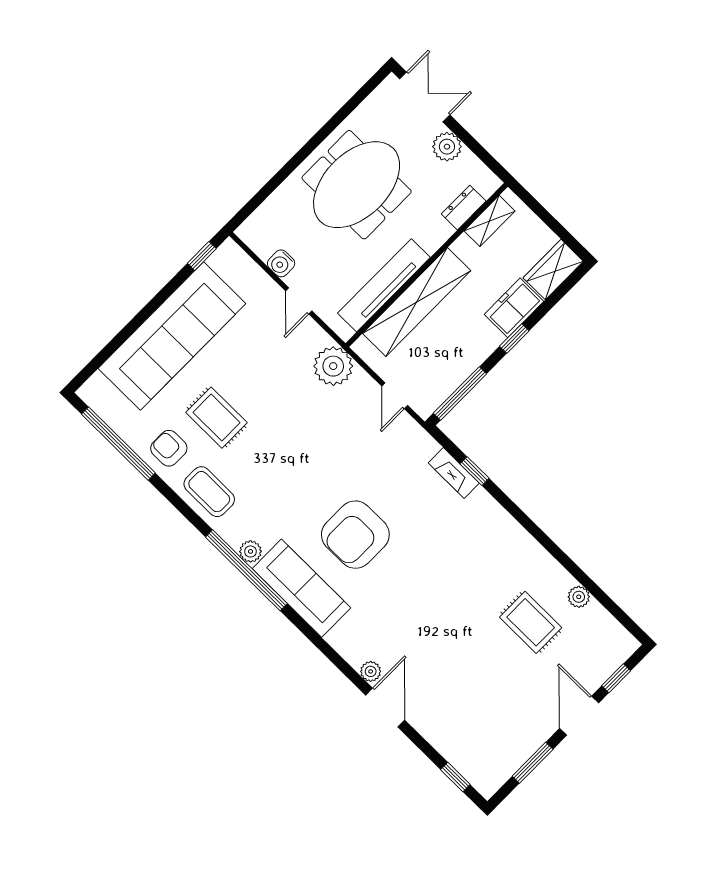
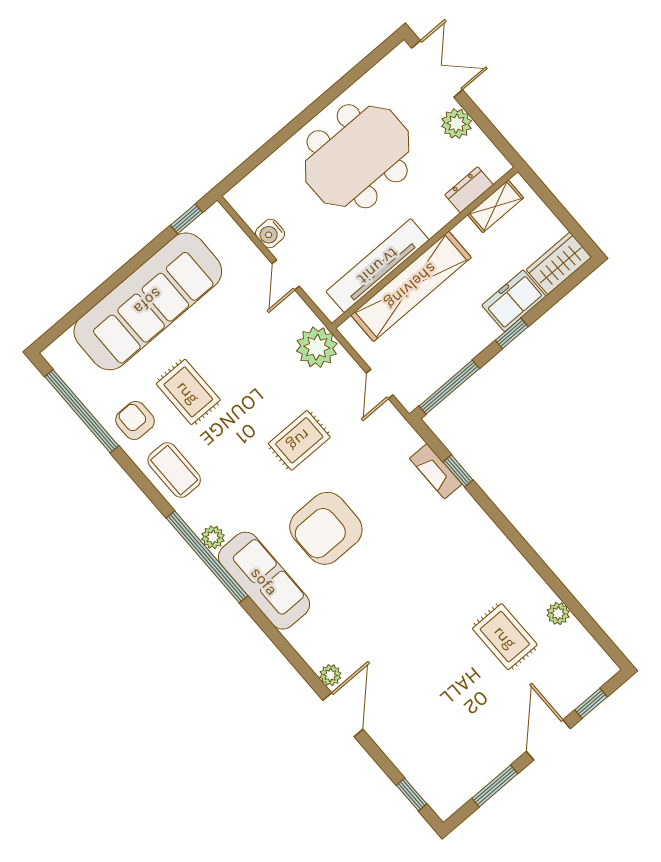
rug: (324, 454) -> (299, 440), added

